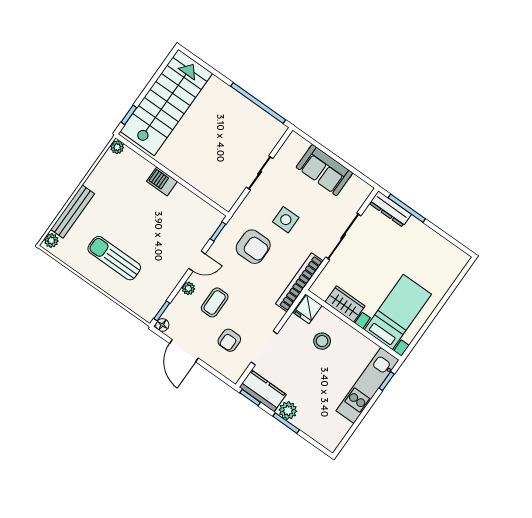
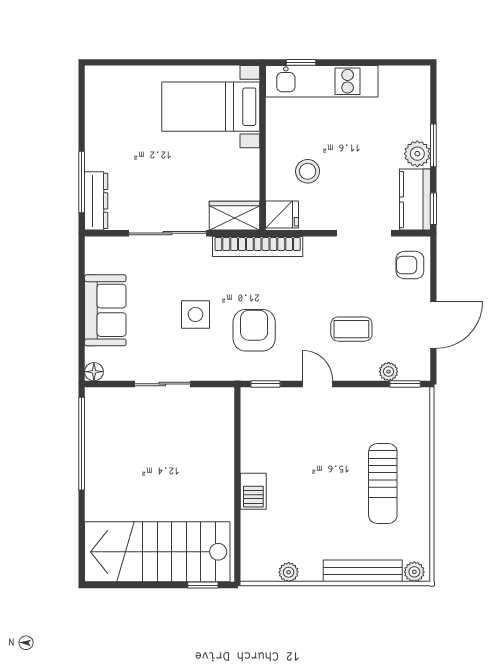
plant: (117, 147) -> (289, 572), moved
plant: (188, 288) -> (389, 372), moved
wardrobe: (345, 304) -> (235, 216), moved, turned 90
floor lamp: (162, 325) -> (94, 372), moved
armchair: (229, 340) -> (410, 265), moved, turned 180

